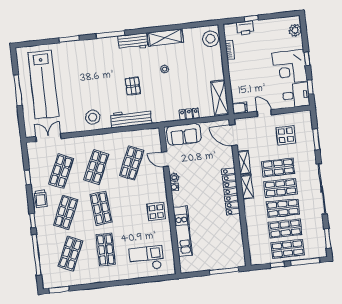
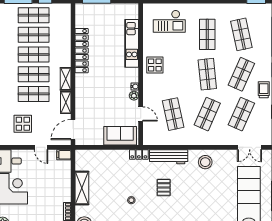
shelving: (220, 98) -> (82, 188), moved
locker: (189, 114) -> (139, 155), moved
door: (233, 135) -> (73, 130), swing flipped
shop shelf: (132, 163) -> (173, 114), turned -36
locker: (231, 191) -> (82, 51), moved
shop shelf: (70, 254) -> (241, 34), turned -36

